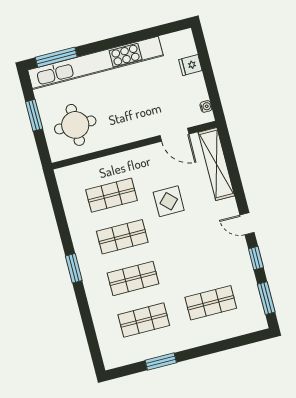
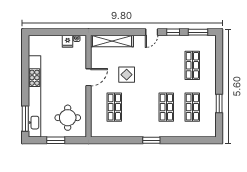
fridge: (190, 65) -> (68, 41), moved
door: (174, 135) -> (89, 77), moved
shop shelf: (122, 237) -> (140, 107), removed

